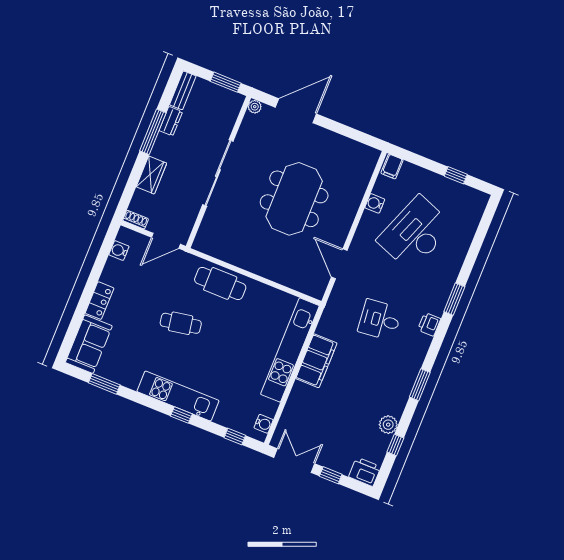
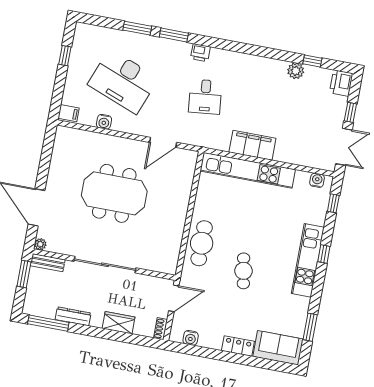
bench: (183, 90) -> (48, 263), moved
dresser: (171, 121) -> (73, 316), width x1.44
window: (153, 132) -> (48, 323), moved
door: (166, 241) -> (174, 298), hinge flipped
window: (420, 385) -> (137, 28), moved
double door: (294, 461) -> (344, 147), swing flipped

